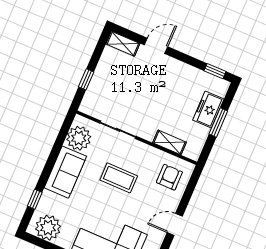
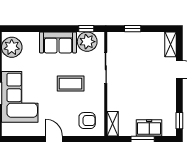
shelving: (170, 142) -> (113, 124), moved
coffee table: (119, 178) -> (71, 84), turned 90
window: (35, 199) -> (86, 29), moved

